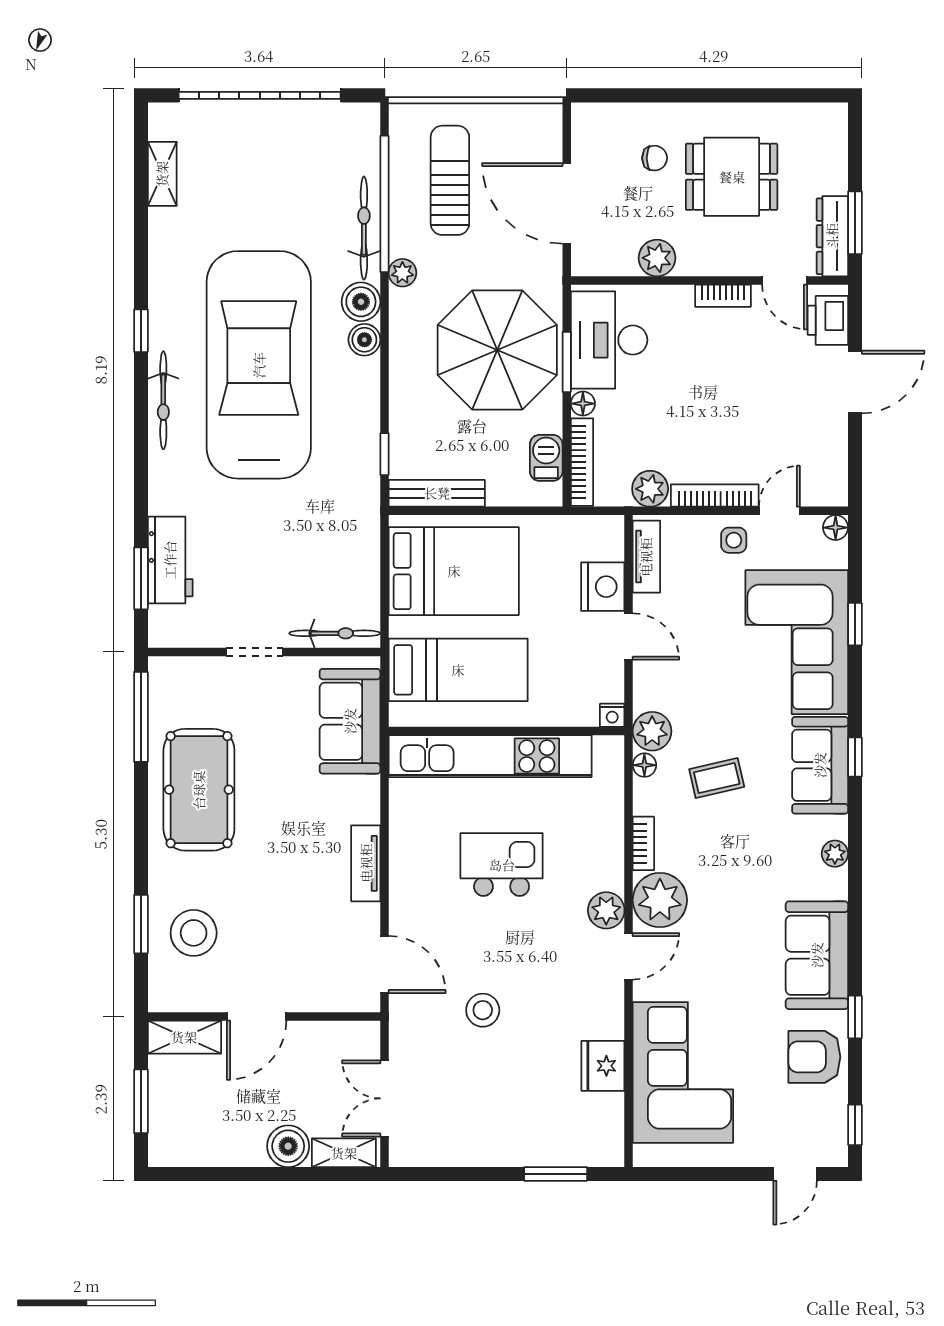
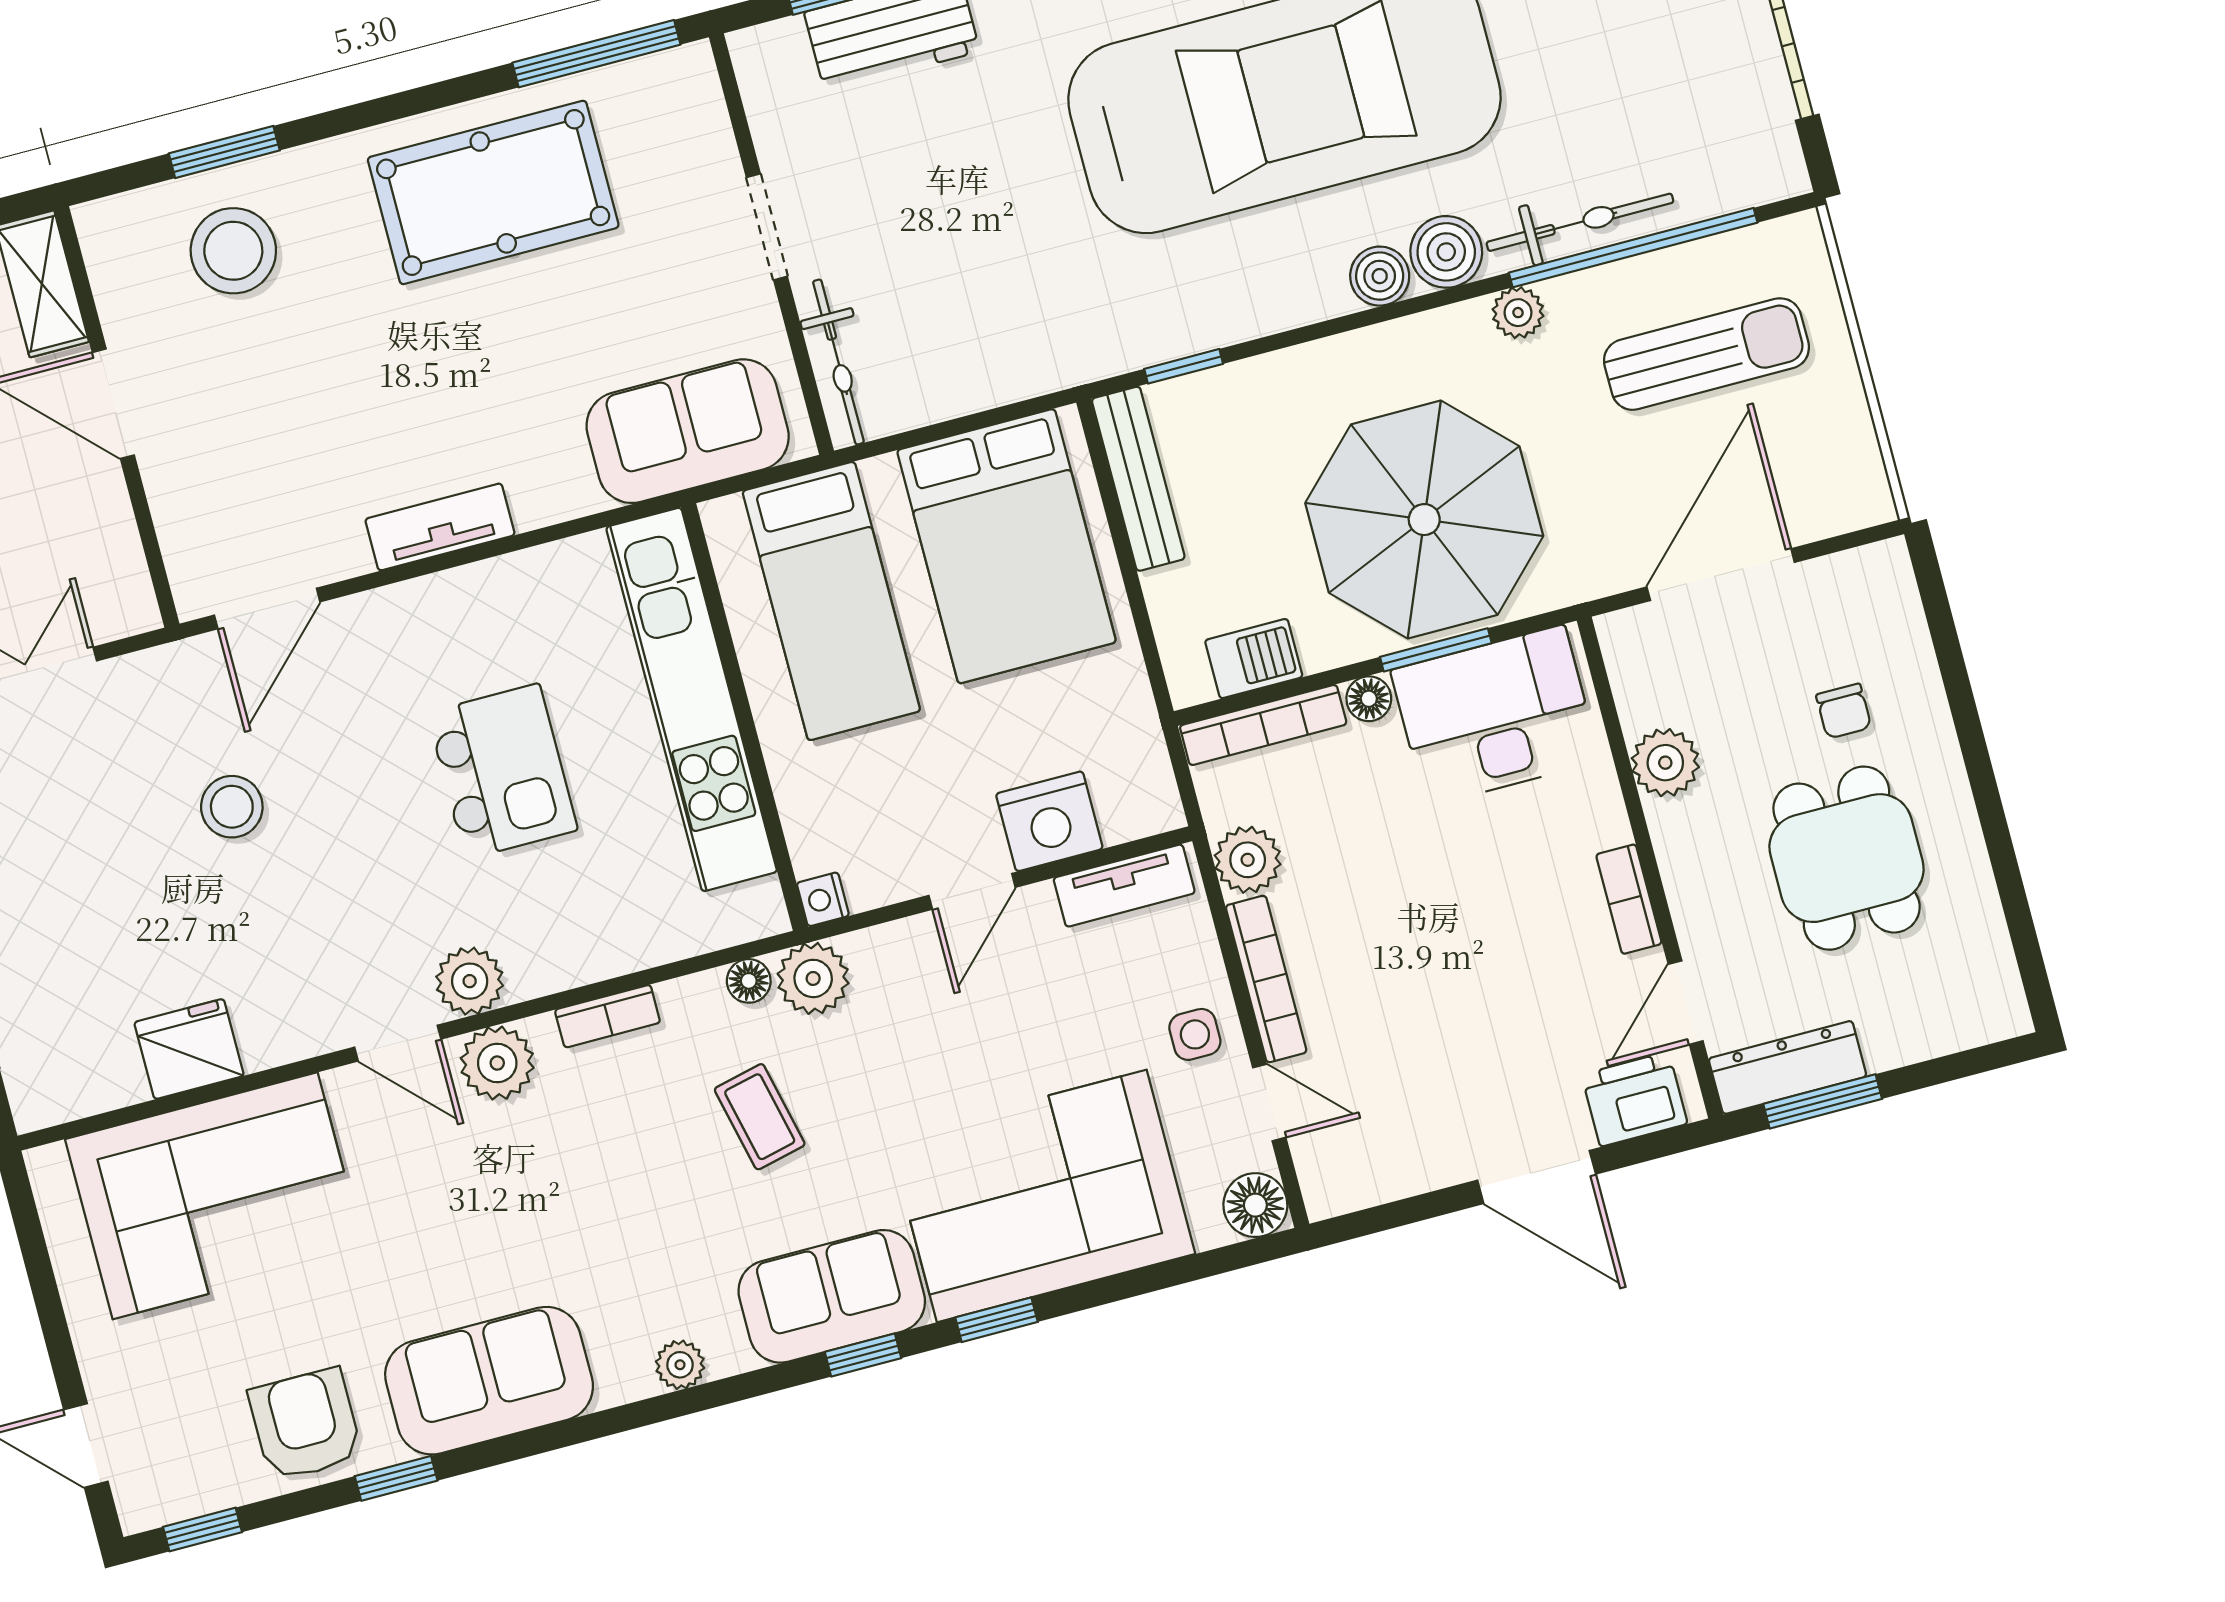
floor lamp: (836, 528) -> (1255, 1205), width x1.37, depth x1.37
window: (855, 624) -> (997, 1320), moved
plant: (660, 900) -> (497, 1063), width x0.73, depth x0.73

